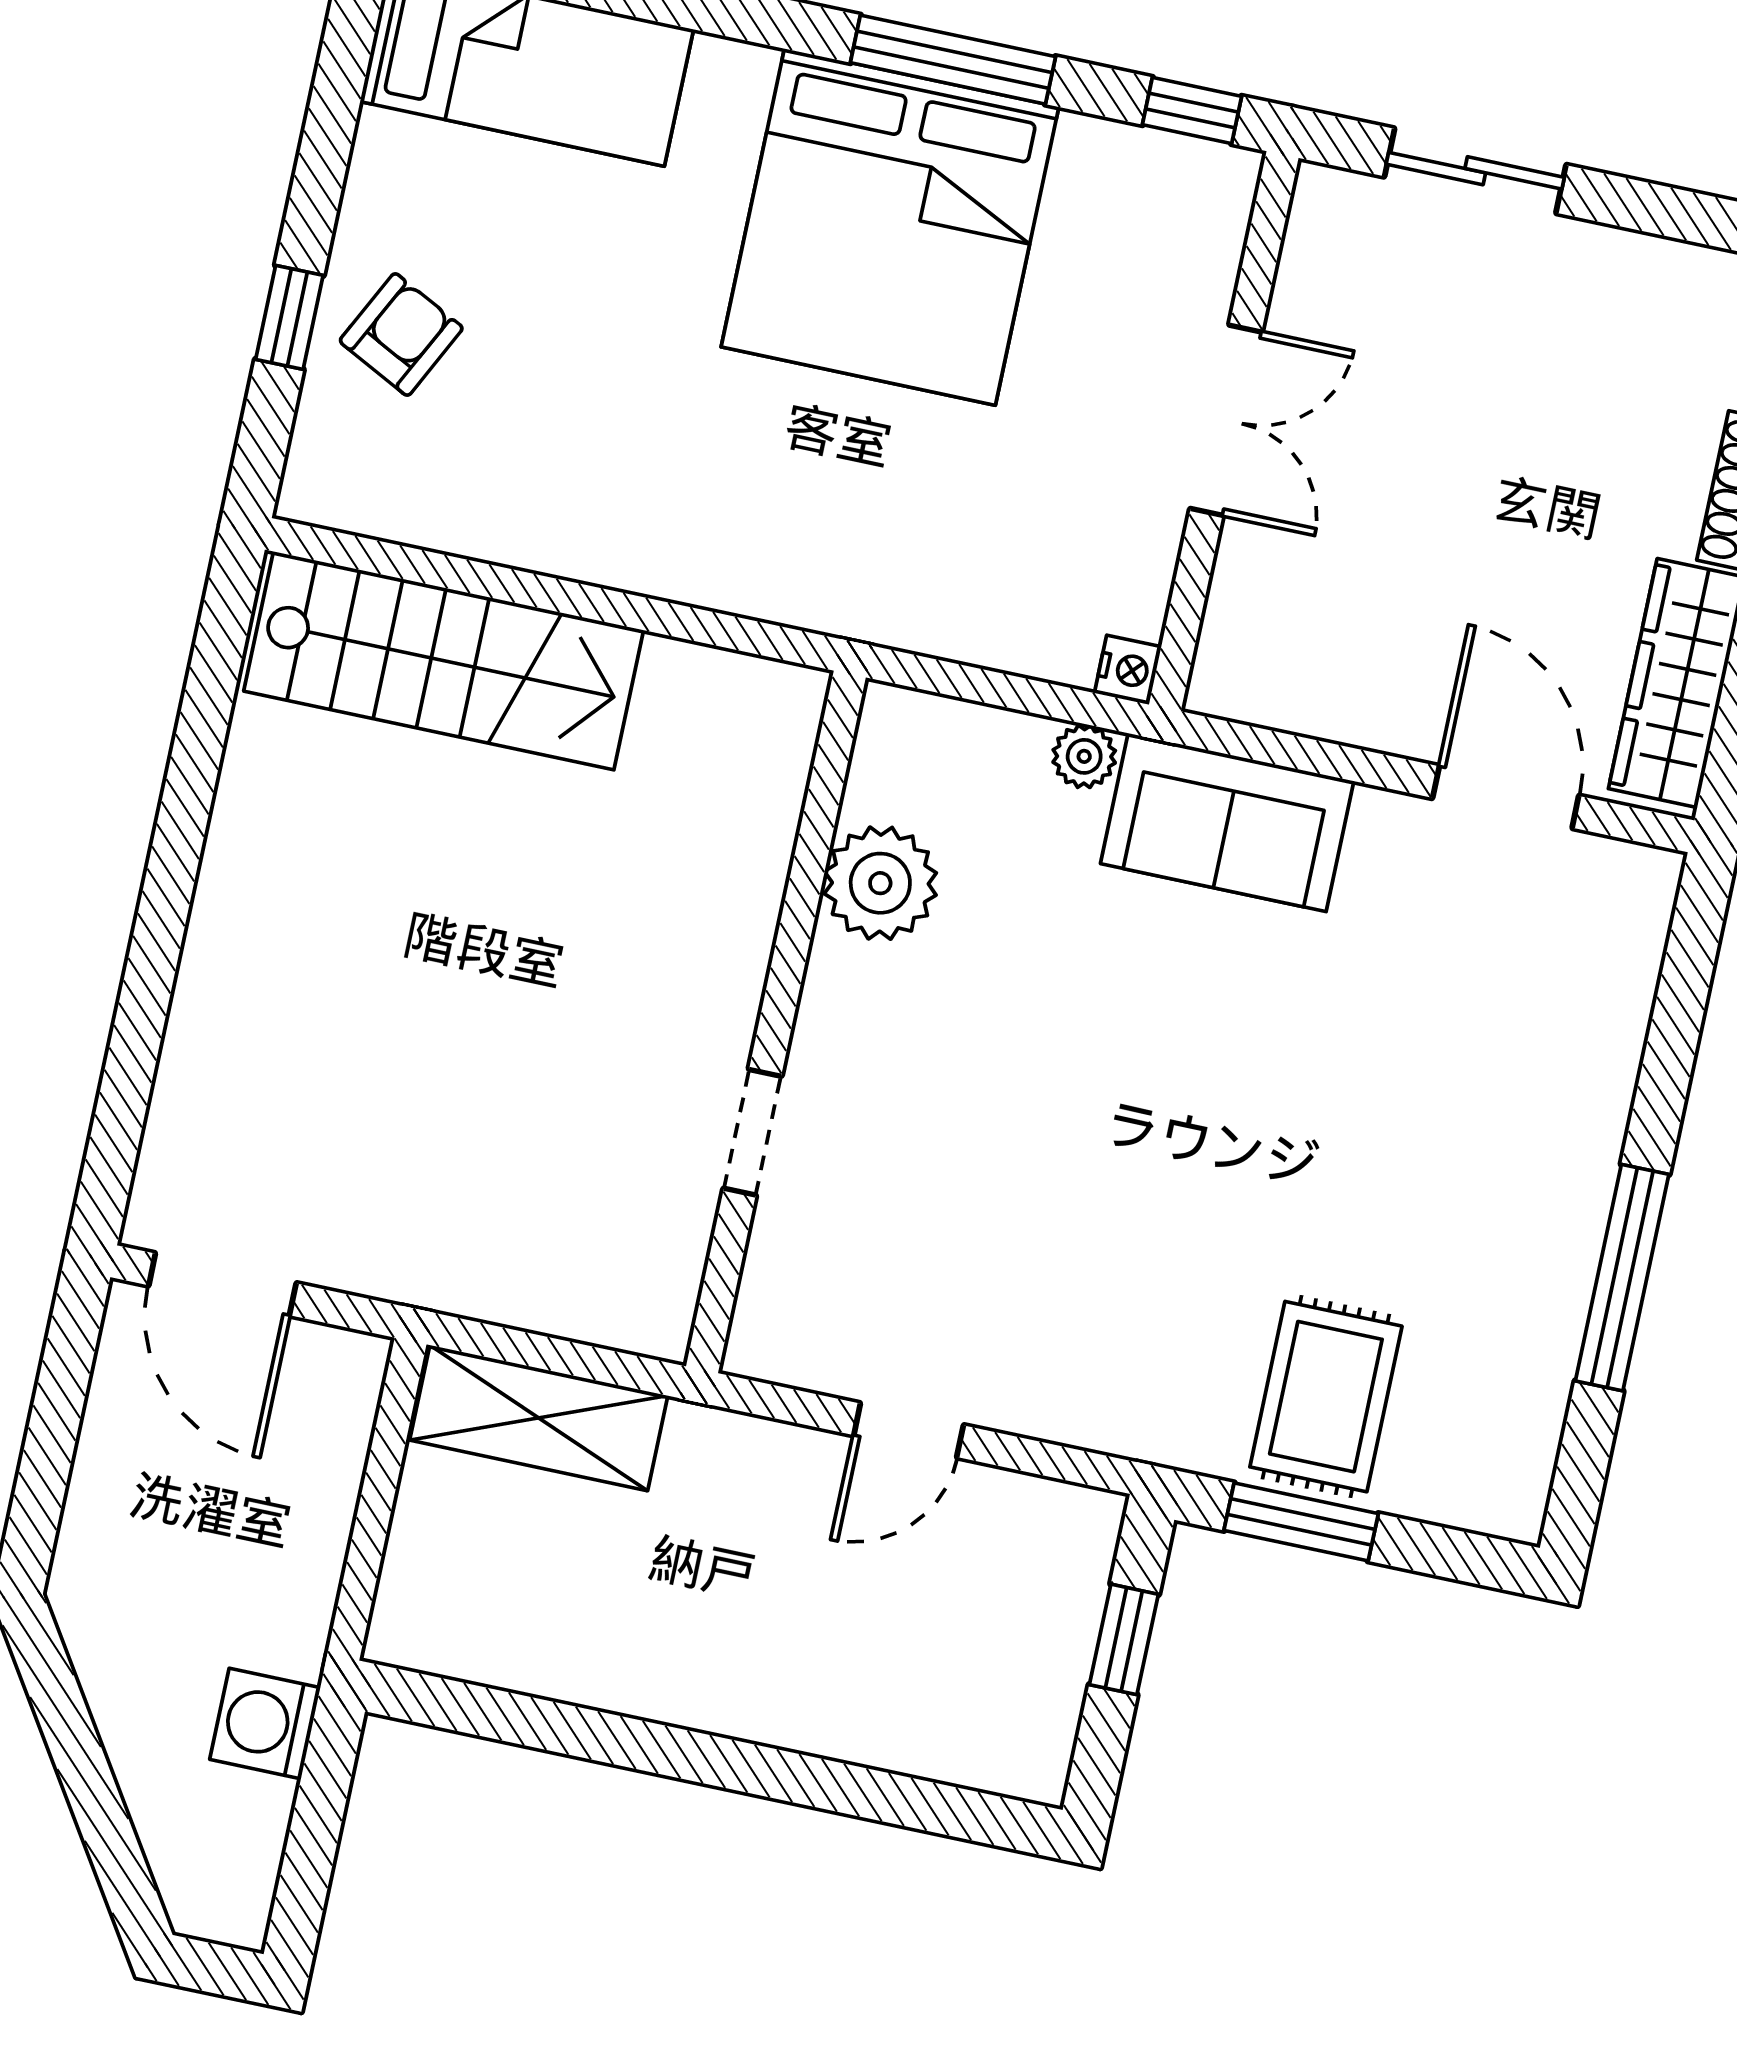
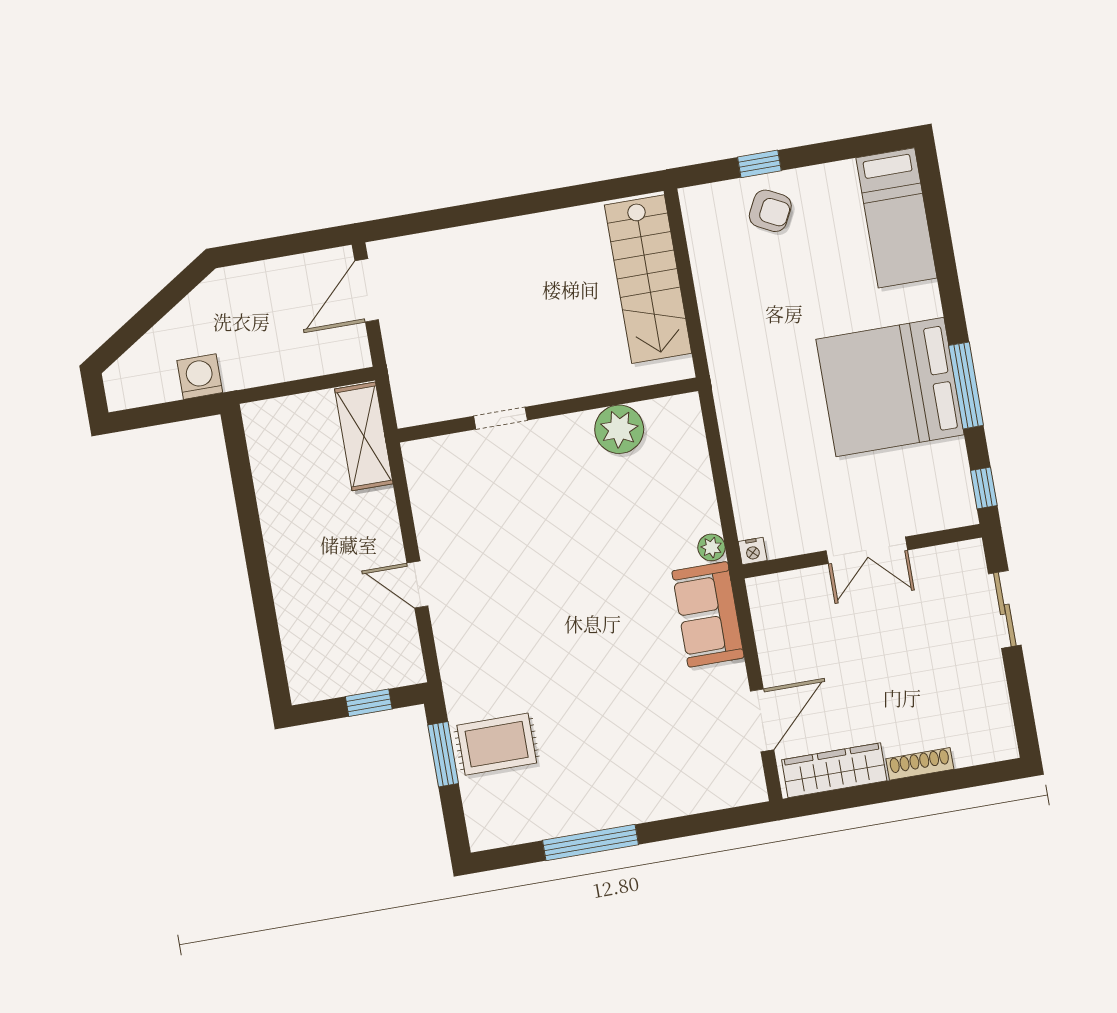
plant: (880, 883) -> (619, 429), moved
wall: (776, 1022) -> (548, 410), moved
doorway: (752, 1132) -> (501, 418), moved

